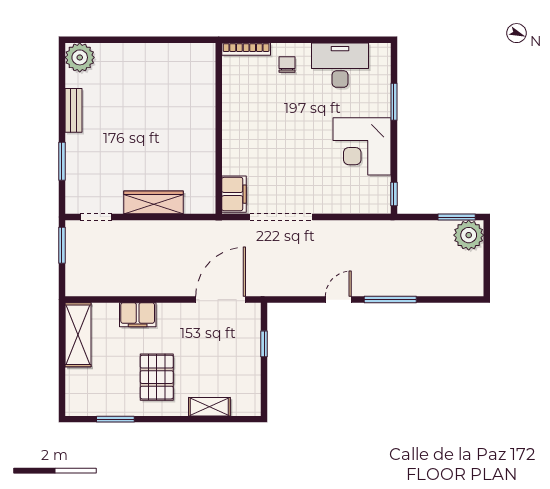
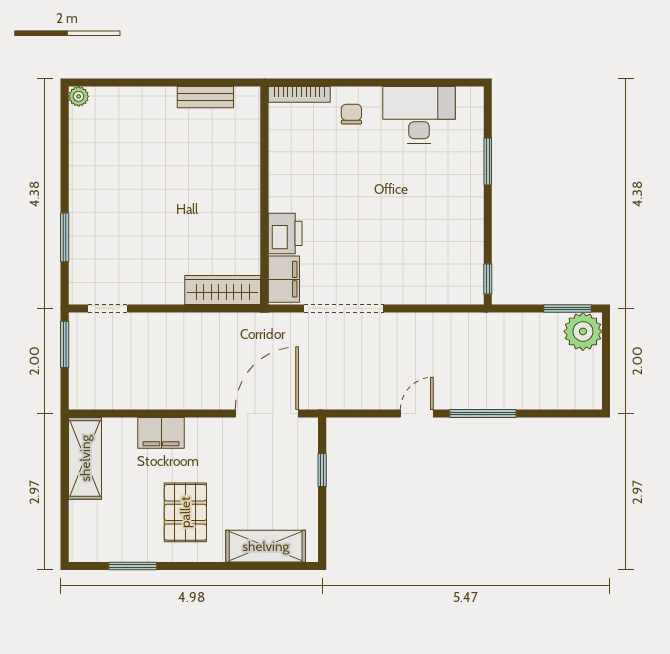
plant: (80, 57) -> (79, 96), width x0.53, depth x0.53
bench: (73, 110) -> (205, 97), moved, turned 90
corner desk: (362, 146) -> (447, 218), removed
printer: (235, 158) -> (285, 233), added
wardrobe: (154, 202) -> (223, 290), moved
shelving: (209, 407) -> (266, 546), width x1.50, depth x1.33

